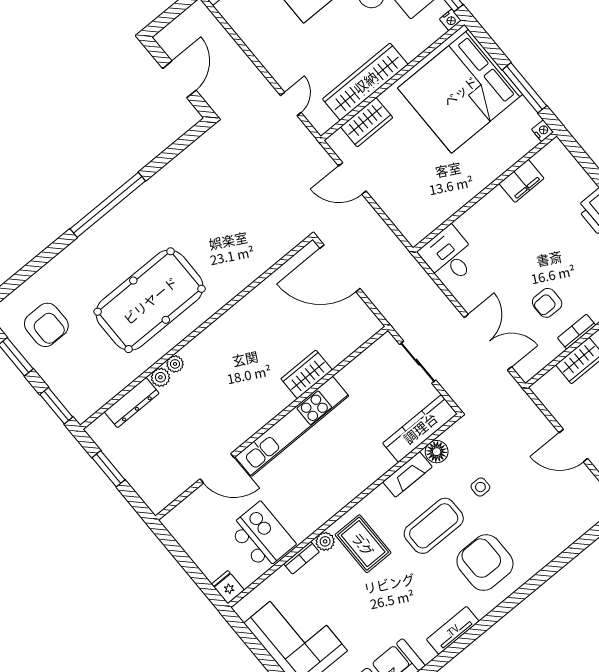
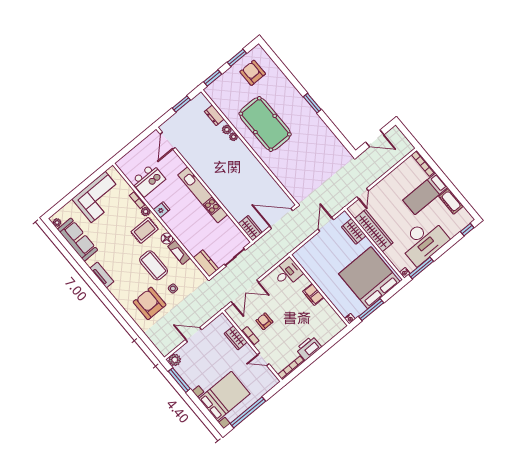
door: (291, 104) -> (363, 194), hinge flipped
filing cabinet: (522, 181) -> (313, 294), moved
window: (108, 205) -> (312, 103), width x0.47
door: (340, 268) -> (281, 218), hinge flipped
armchair: (46, 325) -> (253, 73), turned 90
wardrobe: (307, 374) -> (250, 228), moved
dresser: (132, 403) -> (214, 115), width x0.70
kitchen counter: (420, 428) -> (206, 263), width x0.67
door: (573, 446) -> (194, 335), hinge flipped
floor lamp: (437, 452) -> (167, 239), moved
door: (217, 468) -> (168, 141), moved
armchair: (485, 563) -> (150, 303), moved, turned -90
fridge: (228, 587) -> (162, 210), moved

